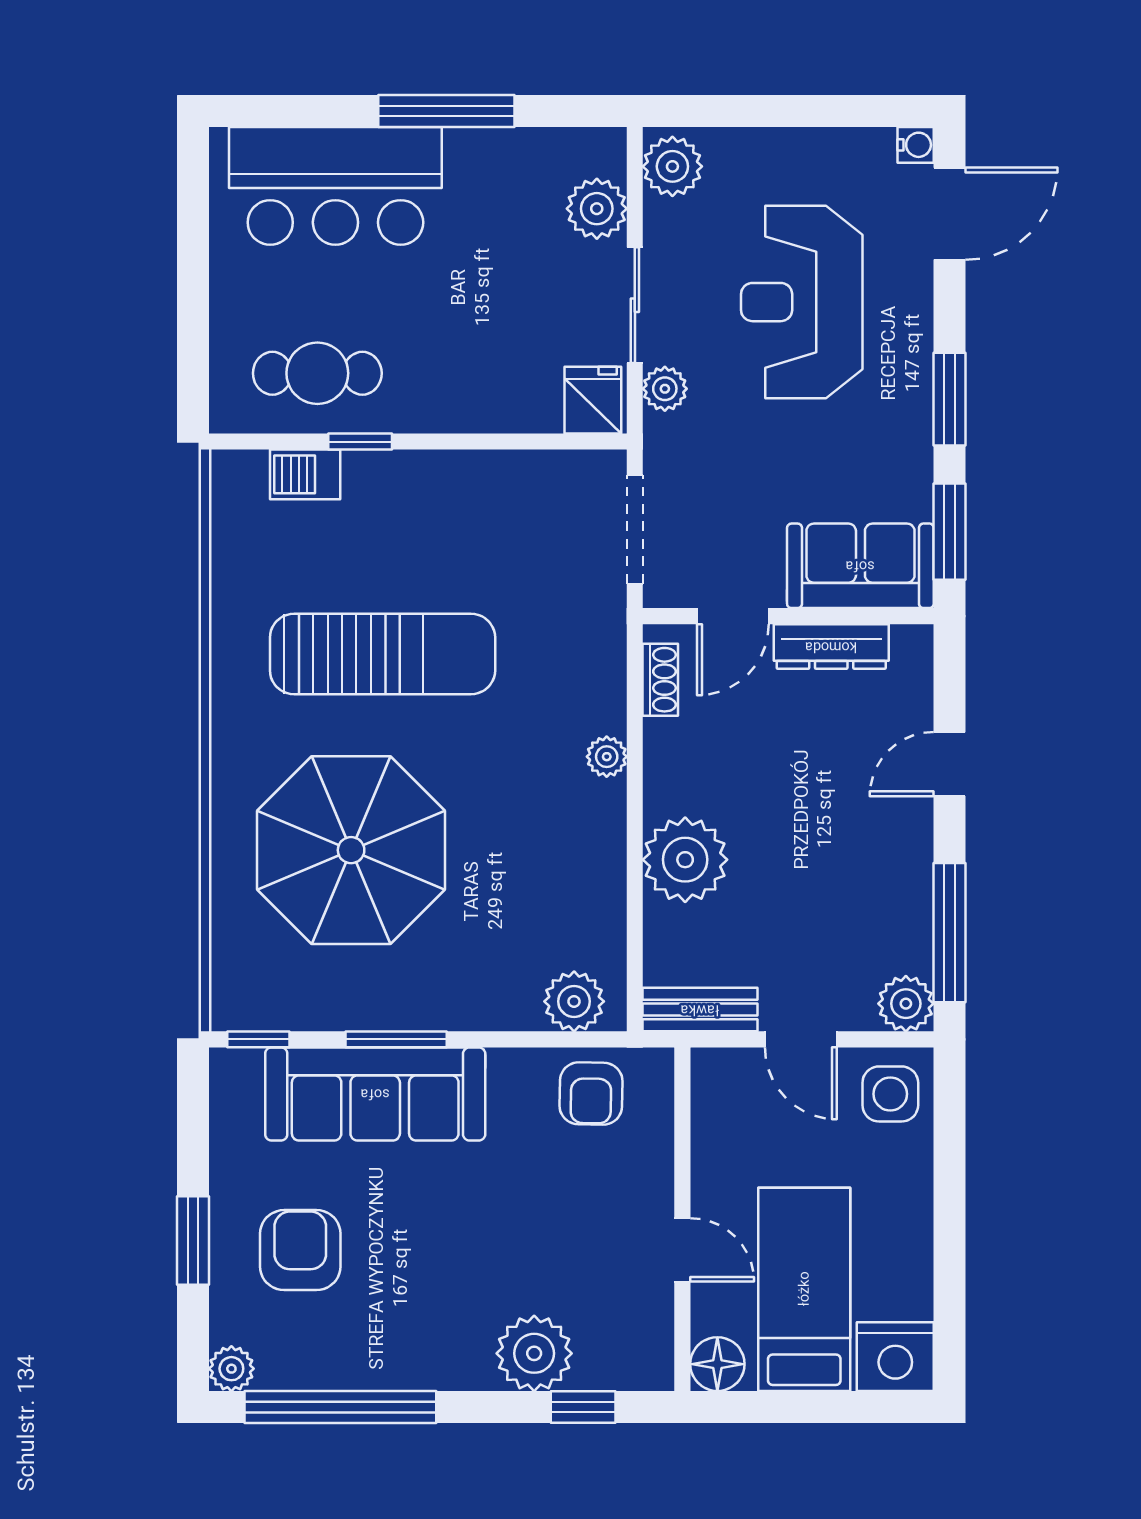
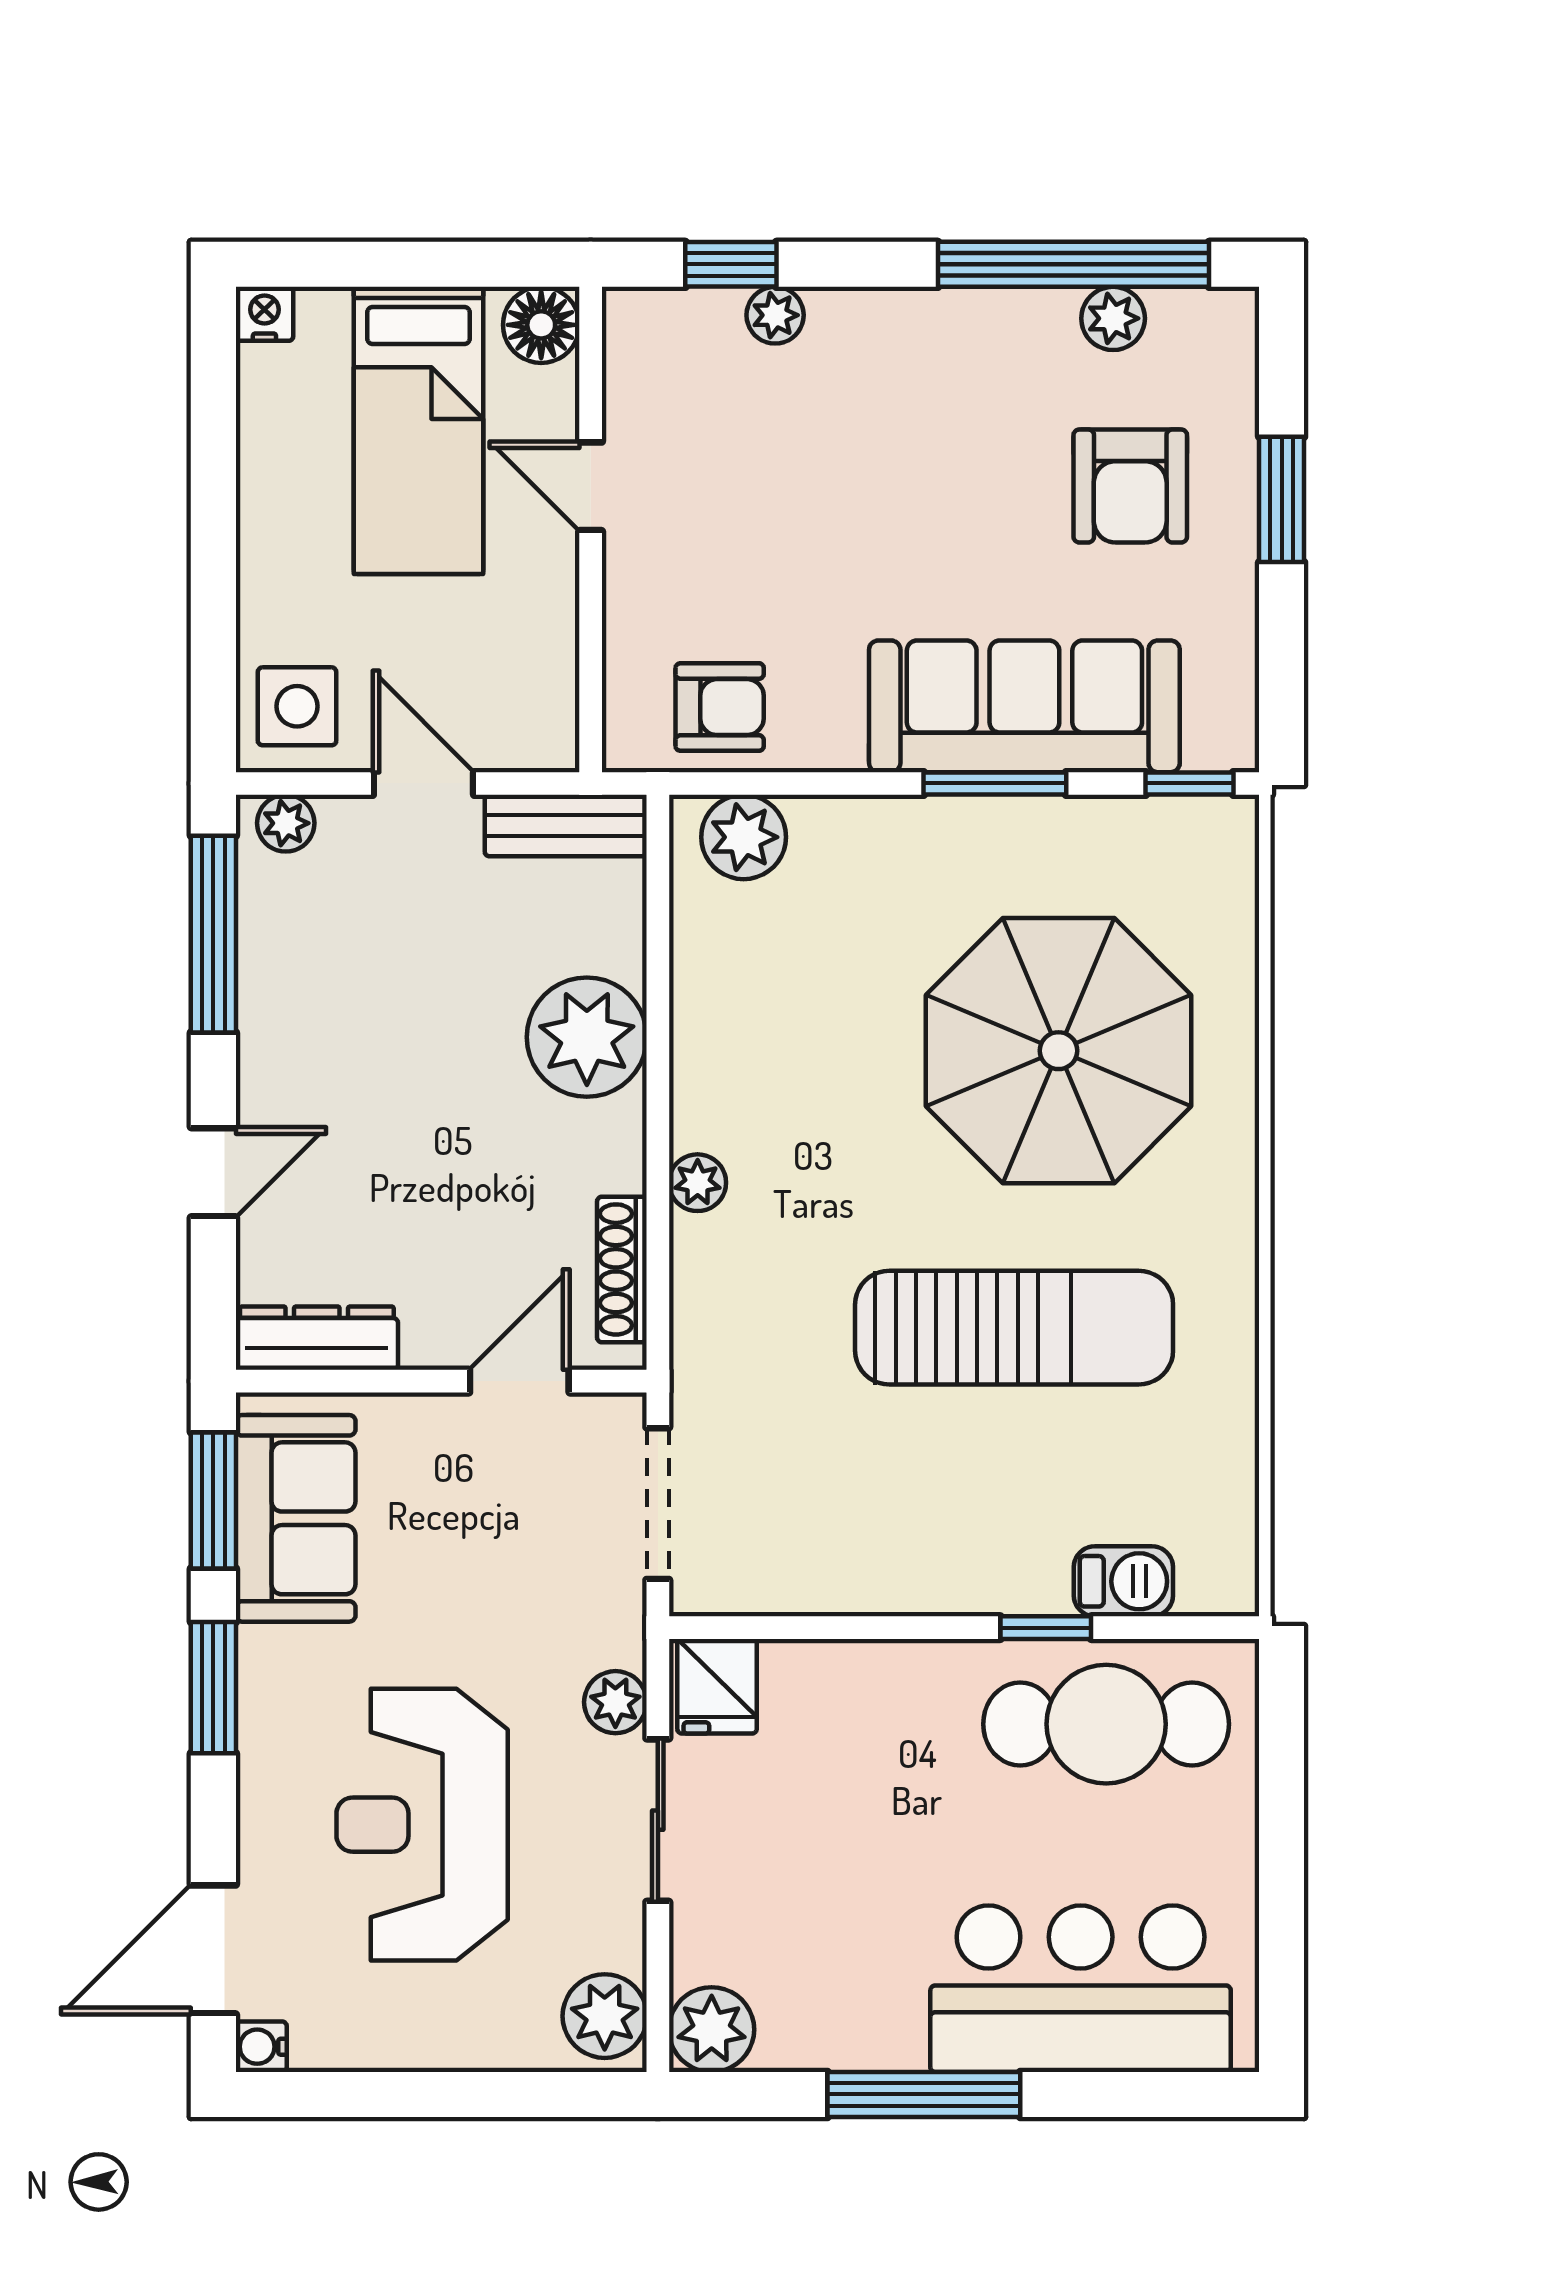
plant: (597, 209) -> (712, 2030), moved
reception desk: (802, 302) -> (422, 1825), turned 180
cafe table: (317, 373) -> (1106, 1724), width x1.37, depth x1.35
sofa: (860, 566) -> (296, 1518), moved, turned -90
dresser: (831, 647) -> (317, 1338), moved
sun lounger: (383, 654) -> (1014, 1328), turned 180
shoe rack: (660, 680) -> (622, 1269), width x1.43
plant: (906, 1004) -> (286, 823), width x0.73, depth x0.73
armchair: (591, 1093) -> (720, 707), turned 89
plant: (534, 1353) -> (775, 315), width x0.53, depth x0.53
nightstand: (895, 1357) -> (264, 314), width x0.53, depth x0.56
plant: (231, 1369) -> (1113, 318), moved

